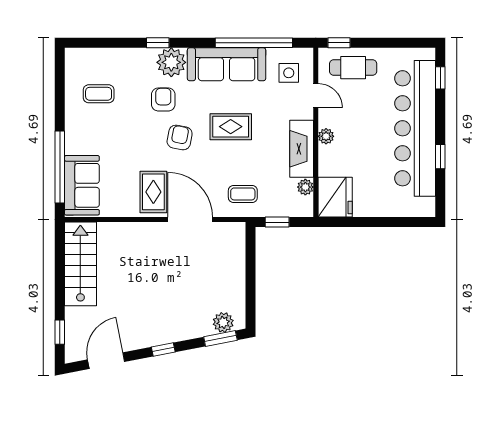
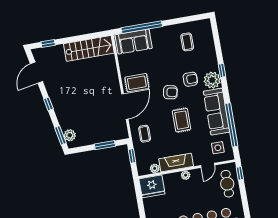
window: (251, 265) -> (105, 145), added
door: (106, 361) -> (36, 73), swing flipped

